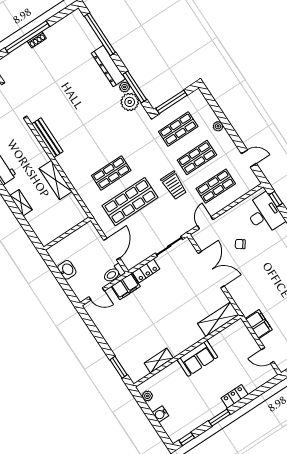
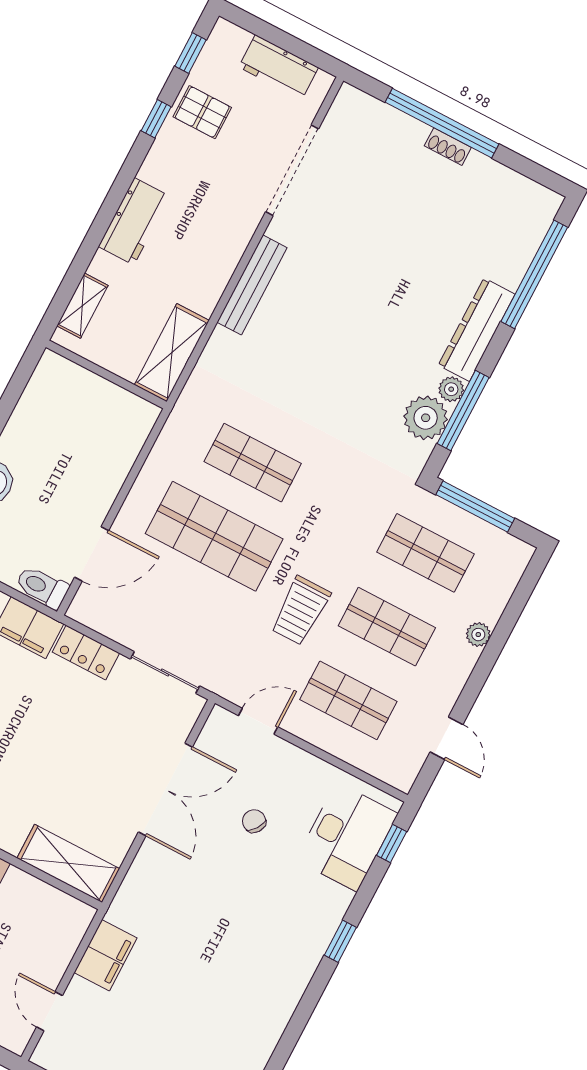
wall: (67, 234) -> (106, 374), moved

